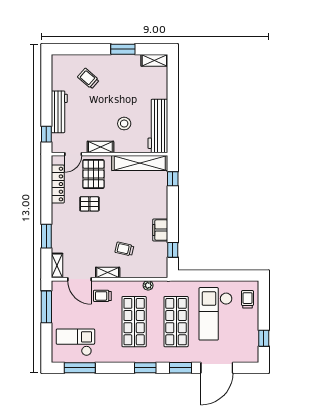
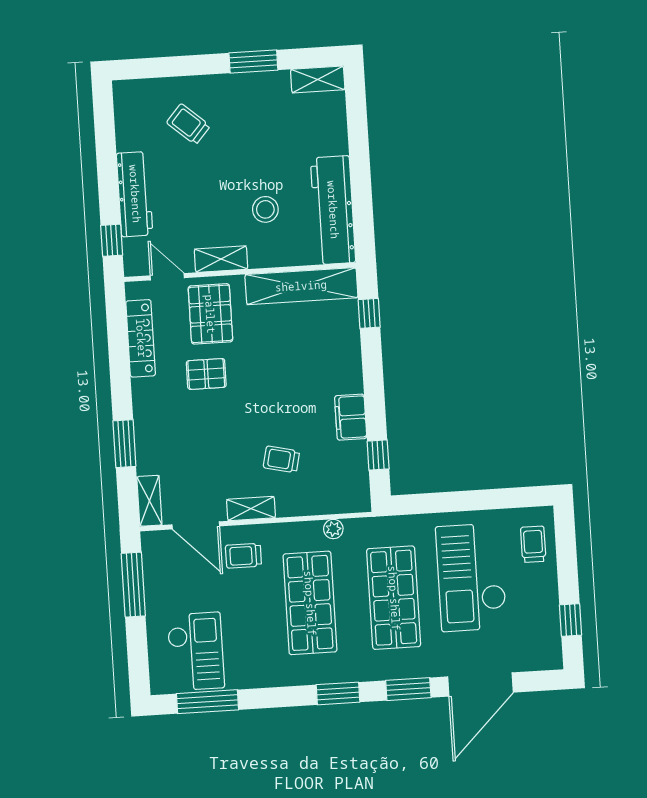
door: (73, 154) -> (167, 277), swing flipped
checkout: (75, 342) -> (196, 651), turned 90

